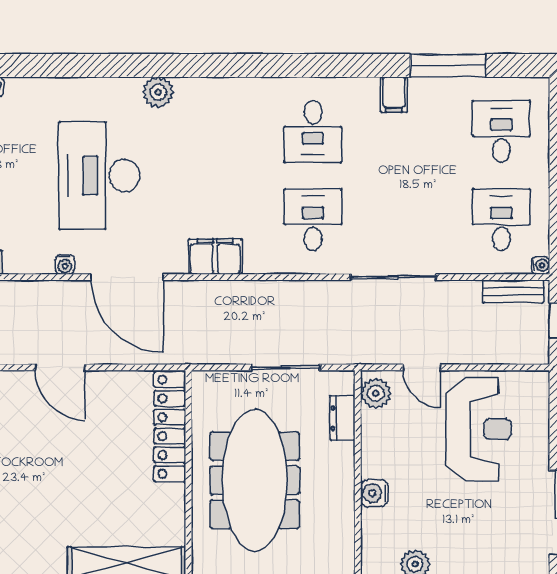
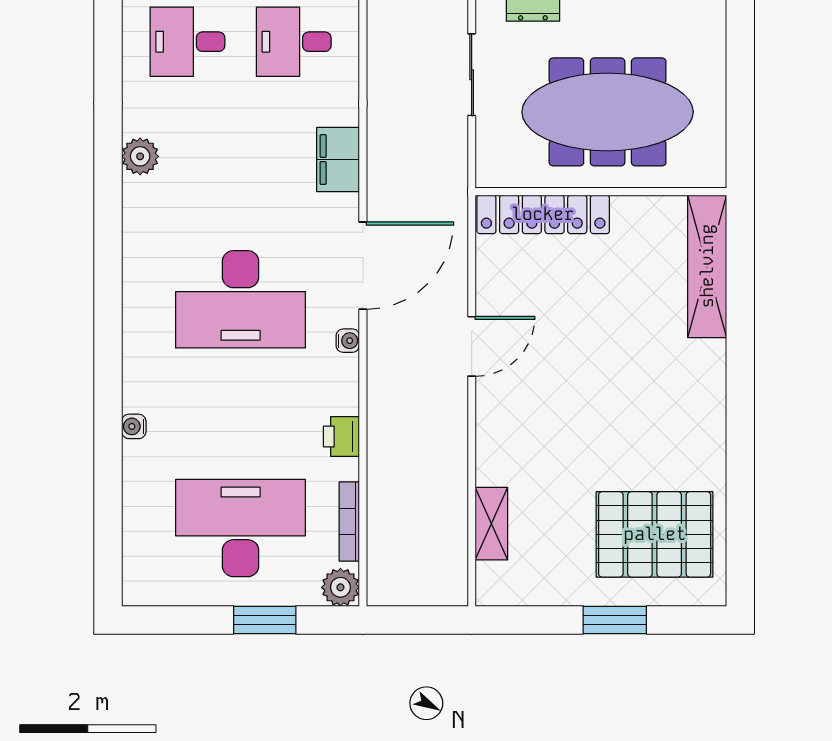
plant: (158, 92) -> (140, 156), moved
desk: (313, 131) -> (187, 42), turned 180

